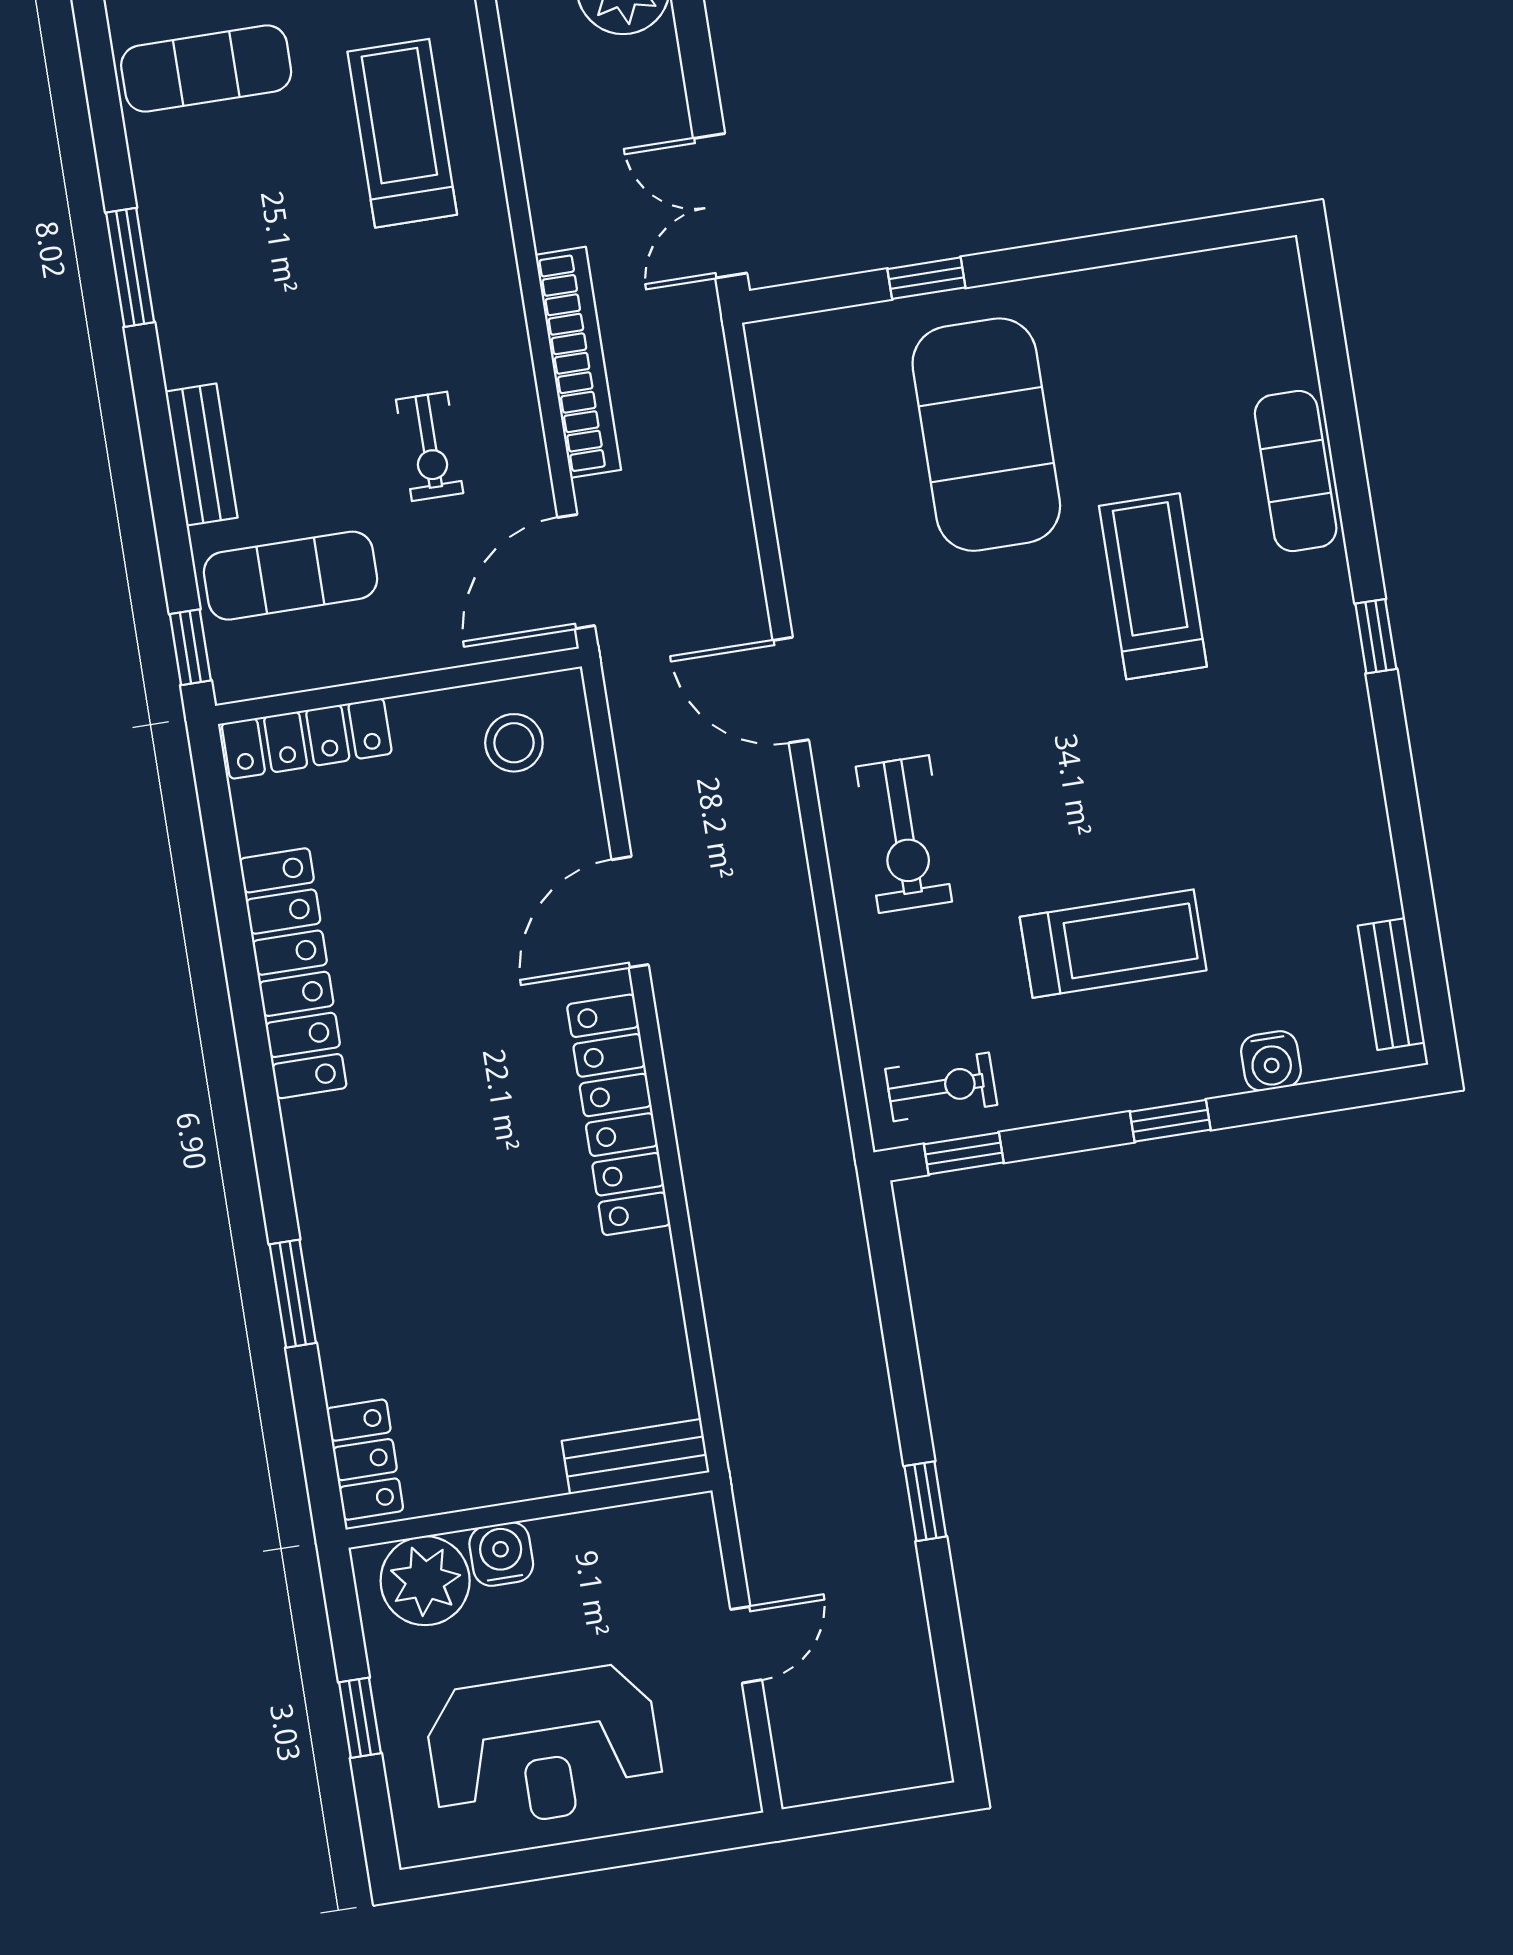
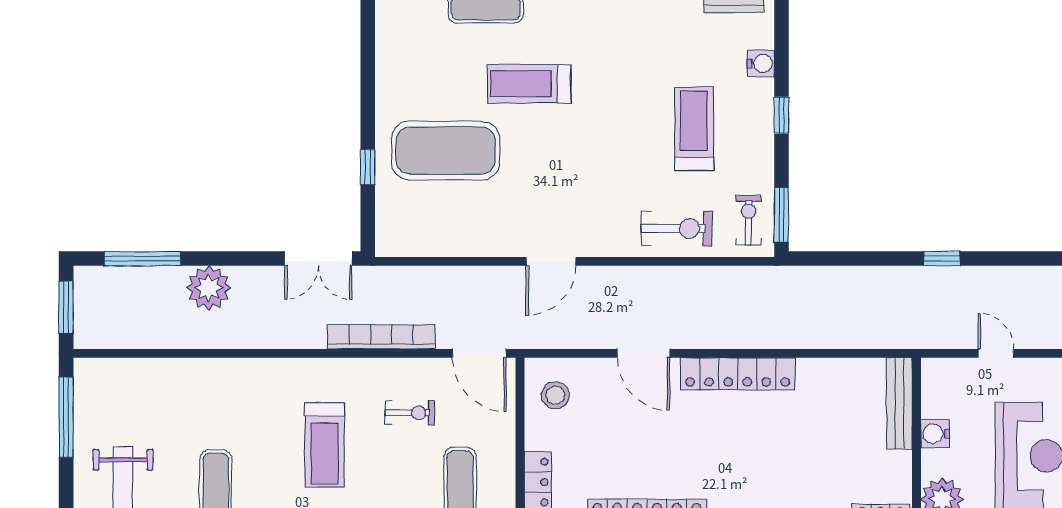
treadmill: (402, 133) -> (324, 445), moved, turned -90
exercise bike: (904, 834) -> (677, 229), moved
window: (964, 1153) -> (781, 215), width x1.50
bench: (636, 1457) -> (899, 403), width x1.36
water cooler: (501, 1554) -> (935, 434), moved

